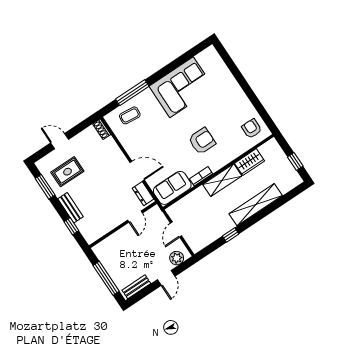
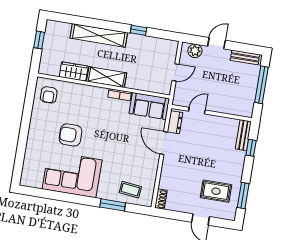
window: (132, 93) -> (113, 205), width x0.69
armchair: (202, 141) -> (71, 135), moved
bench: (71, 208) -> (243, 135), moved

